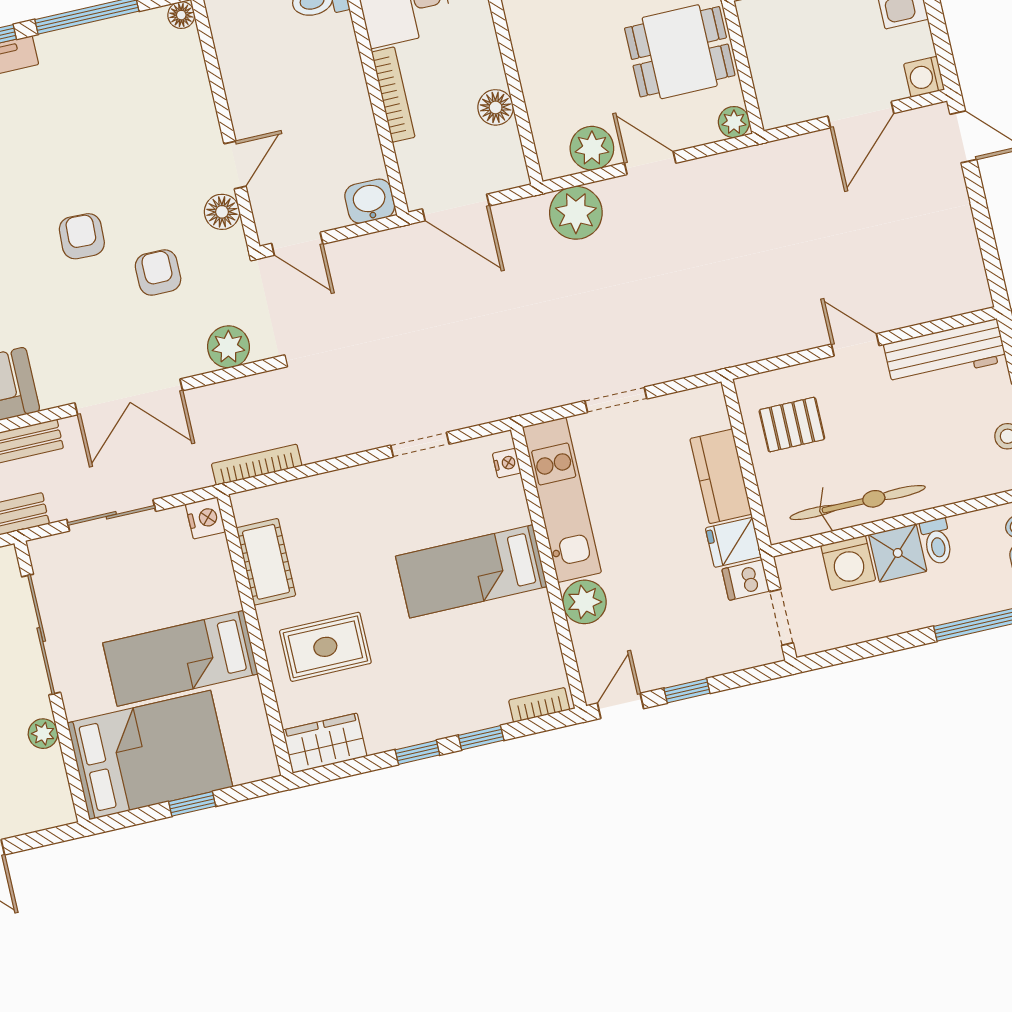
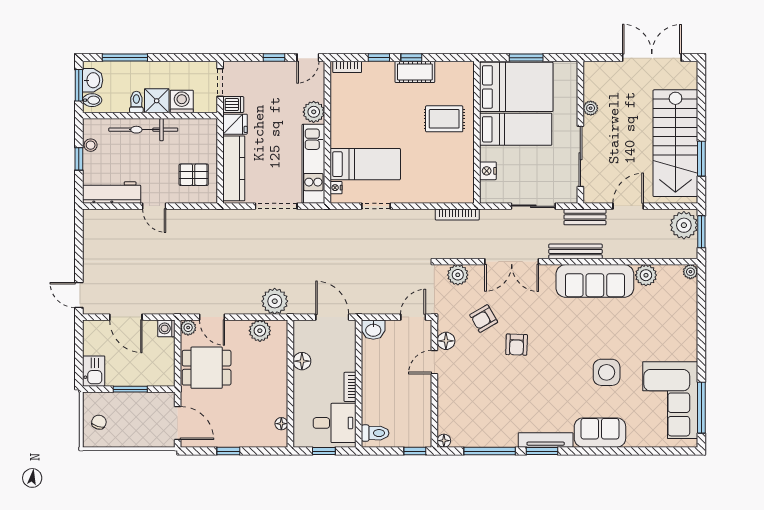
washing machine: (924, 77) -> (166, 328), moved, turned 180
bookcase: (393, 95) -> (350, 387), width x0.64
door: (861, 115) -> (126, 317), swing flipped
door: (650, 163) -> (212, 317), moved
door: (297, 244) -> (413, 317), hinge flipped
armchair: (158, 273) -> (484, 319), turned 60
double door: (129, 397) -> (512, 262), swing flipped
doorway: (616, 400) -> (276, 206), width x1.38
kitchen counter: (721, 476) -> (234, 168), width x1.50
bicycle: (858, 503) -> (143, 130), moved
nightstand: (205, 518) -> (488, 171), moved
cot: (266, 562) -> (415, 72), moved, turned 90
bed: (471, 571) -> (365, 164), moved
wardrobe: (325, 743) -> (455, 72), removed
bed: (150, 755) -> (516, 87), moved, turned 180
window: (192, 804) -> (526, 58), width x1.50

